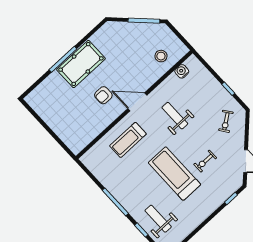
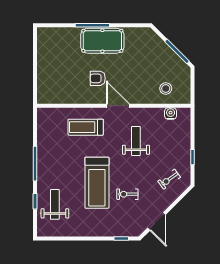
treadmill: (174, 174) -> (97, 183), turned 180

